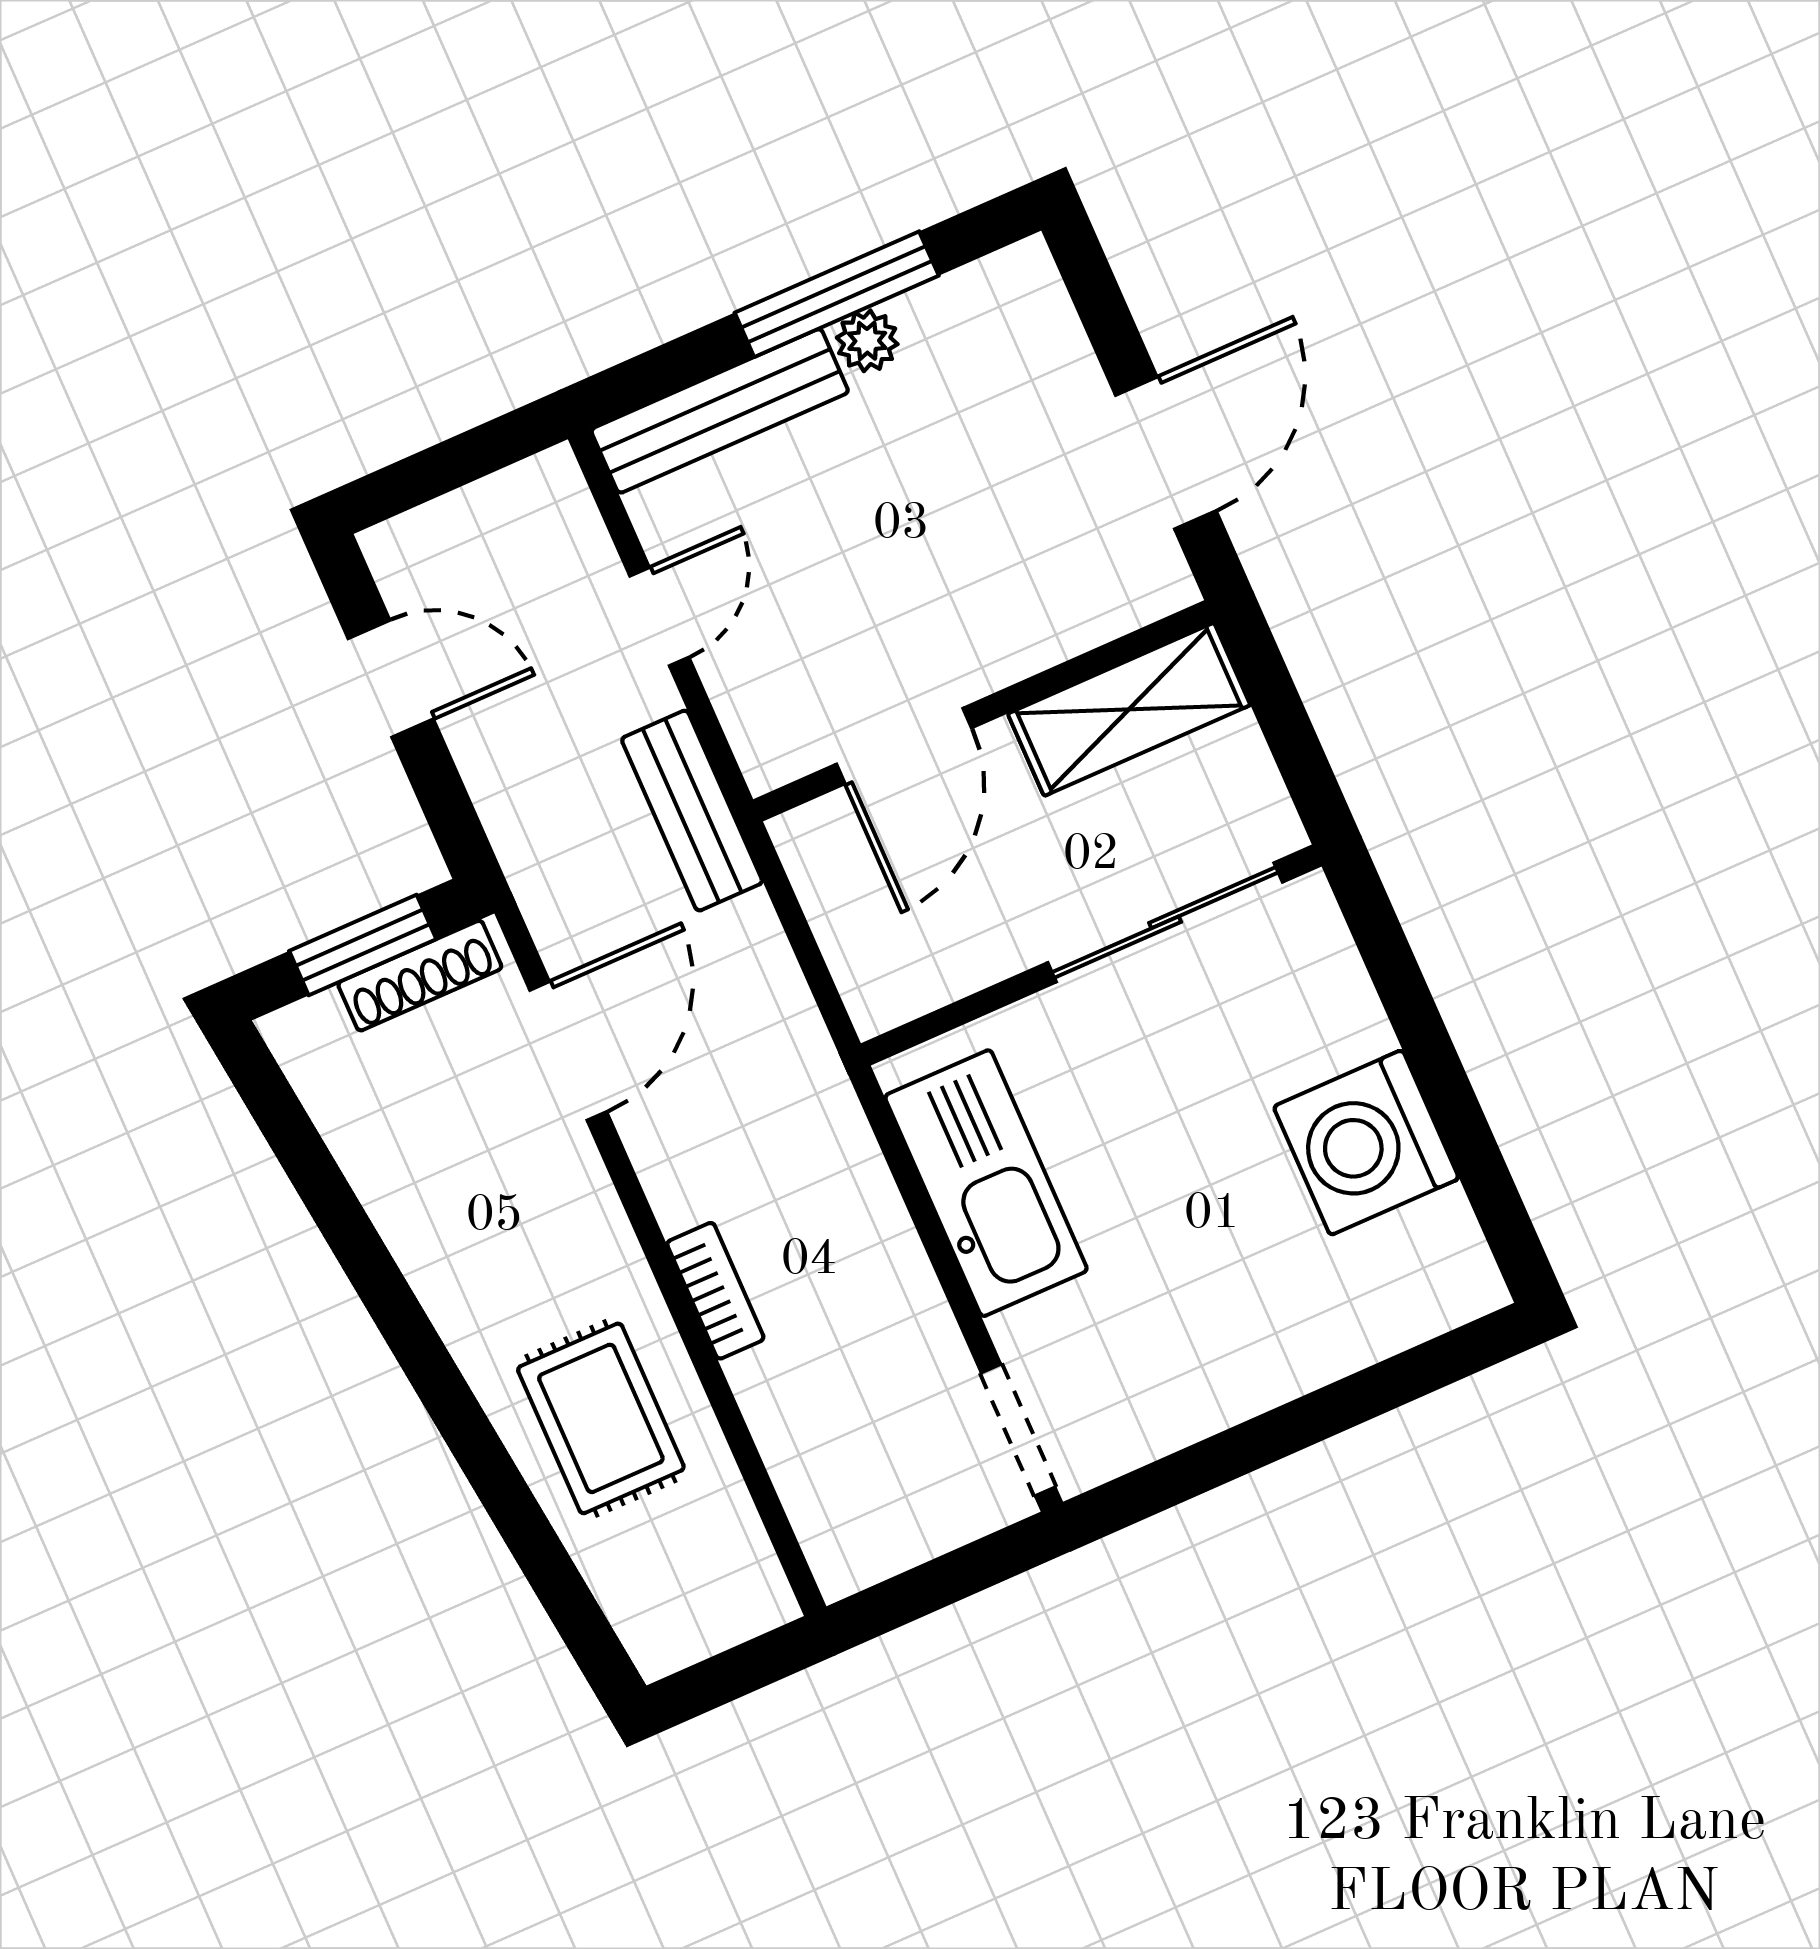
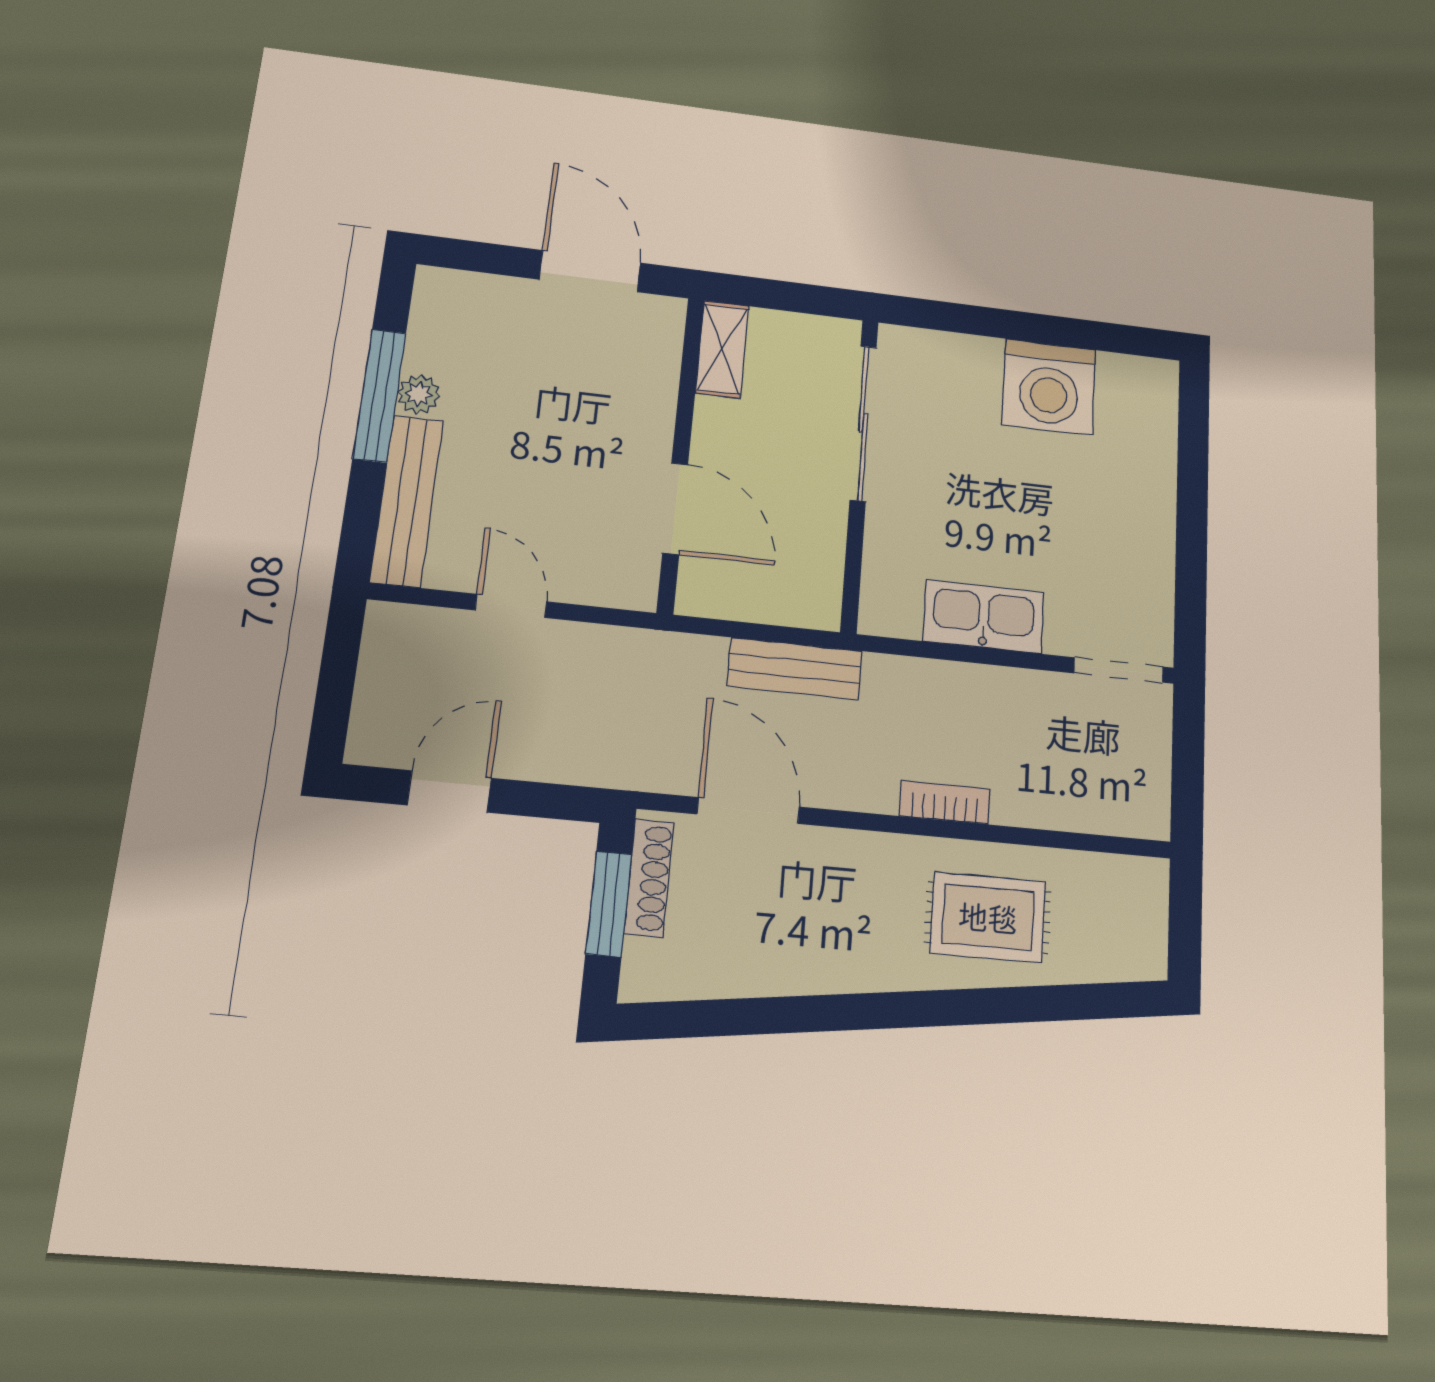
shelving: (1129, 709) -> (722, 349), width x0.67, depth x0.75
bench: (692, 811) -> (795, 669), moved
kitchen sink: (986, 1183) -> (984, 617), width x0.73, depth x0.81

